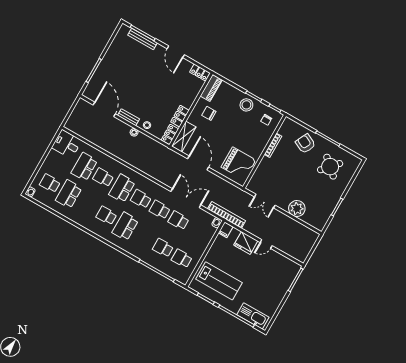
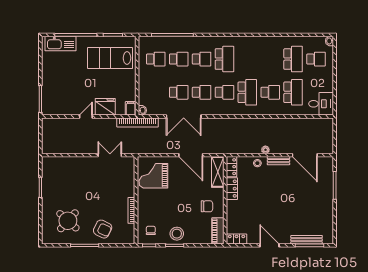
plant: (297, 209) -> (76, 165), removed
school desk: (106, 216) -> (202, 59), moved

